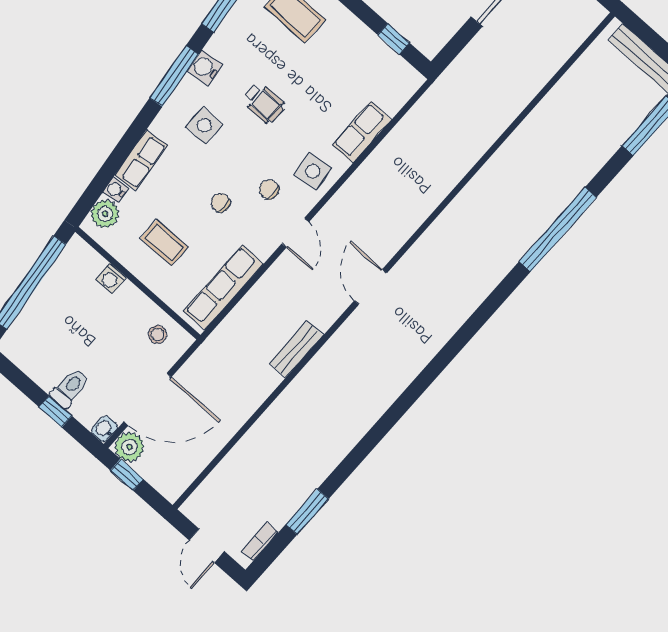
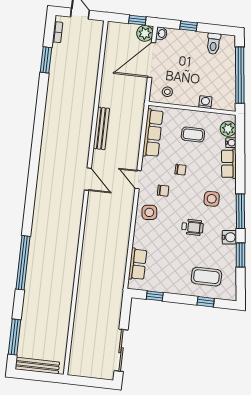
water cooler: (205, 68) -> (229, 237), moved
wheelchair: (264, 103) -> (192, 227), turned 180
row of seats: (362, 132) -> (138, 264), moved
bench: (296, 349) -> (101, 128), width x1.36
toilet: (70, 388) -> (213, 44), moved

